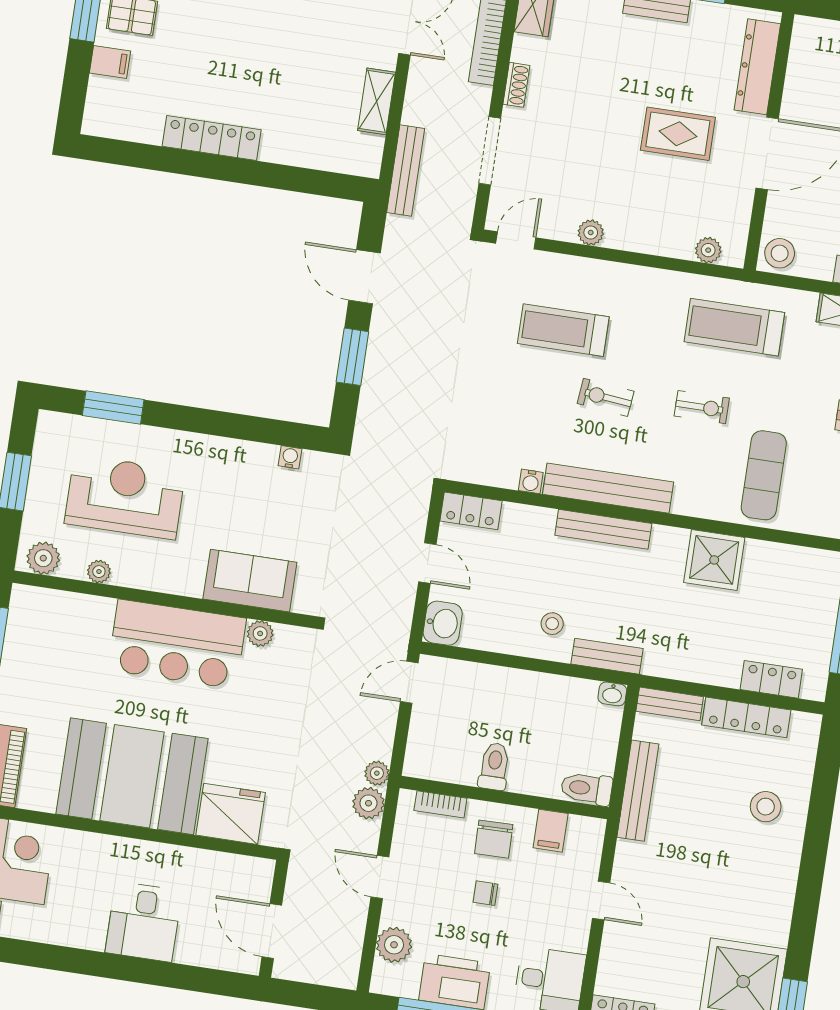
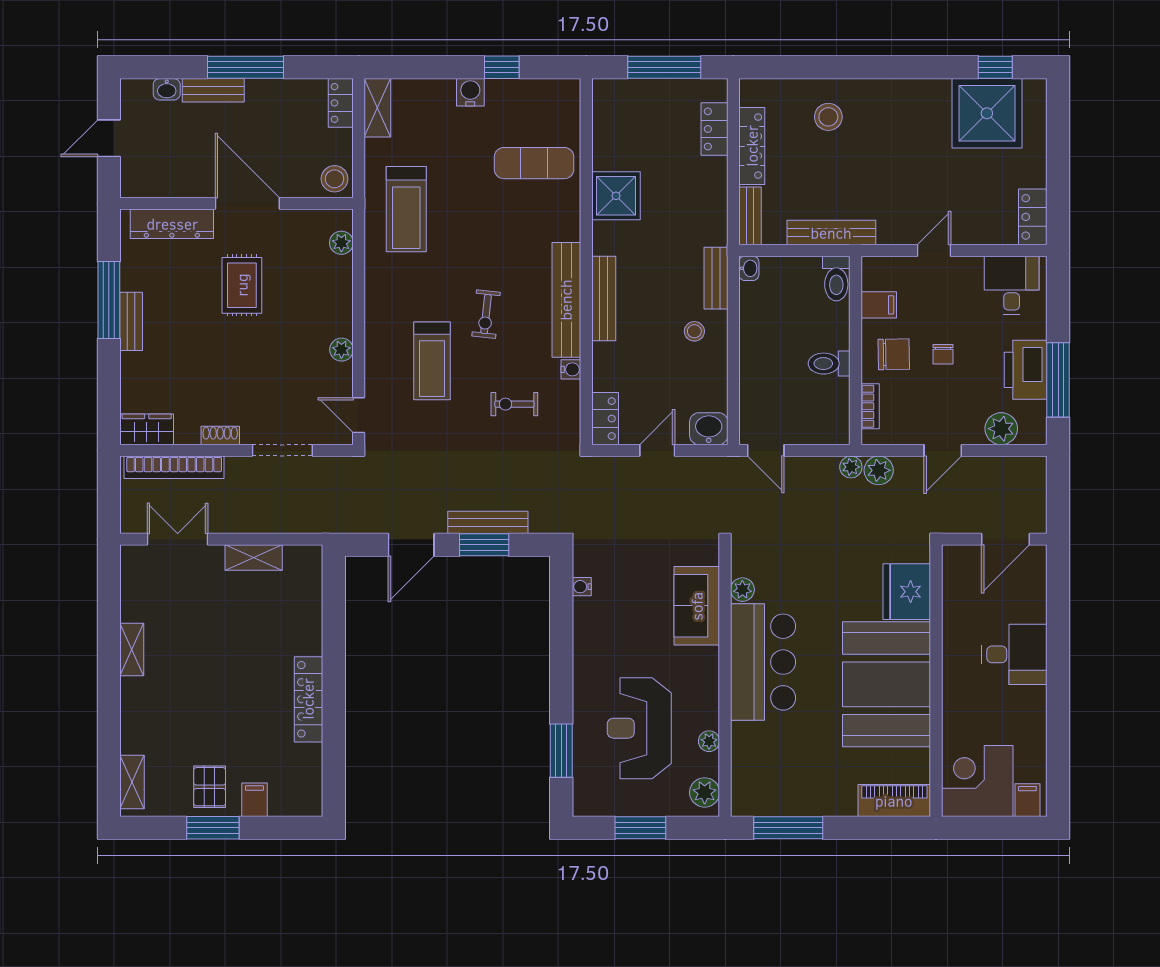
bench: (406, 171) -> (488, 522), moved
exercise bike: (702, 407) -> (514, 404), moved, turned -90

